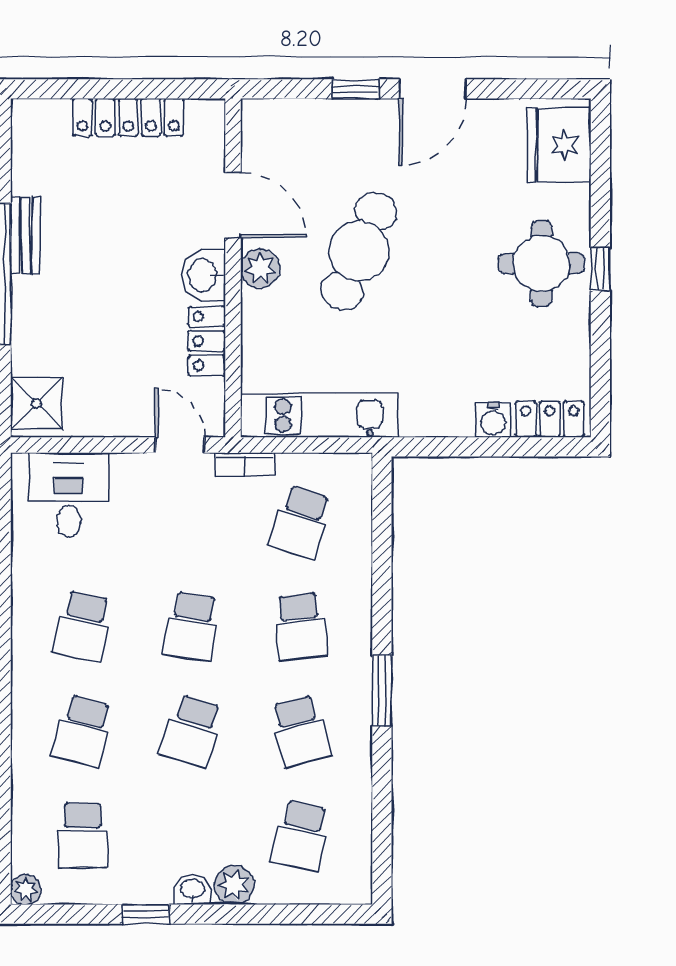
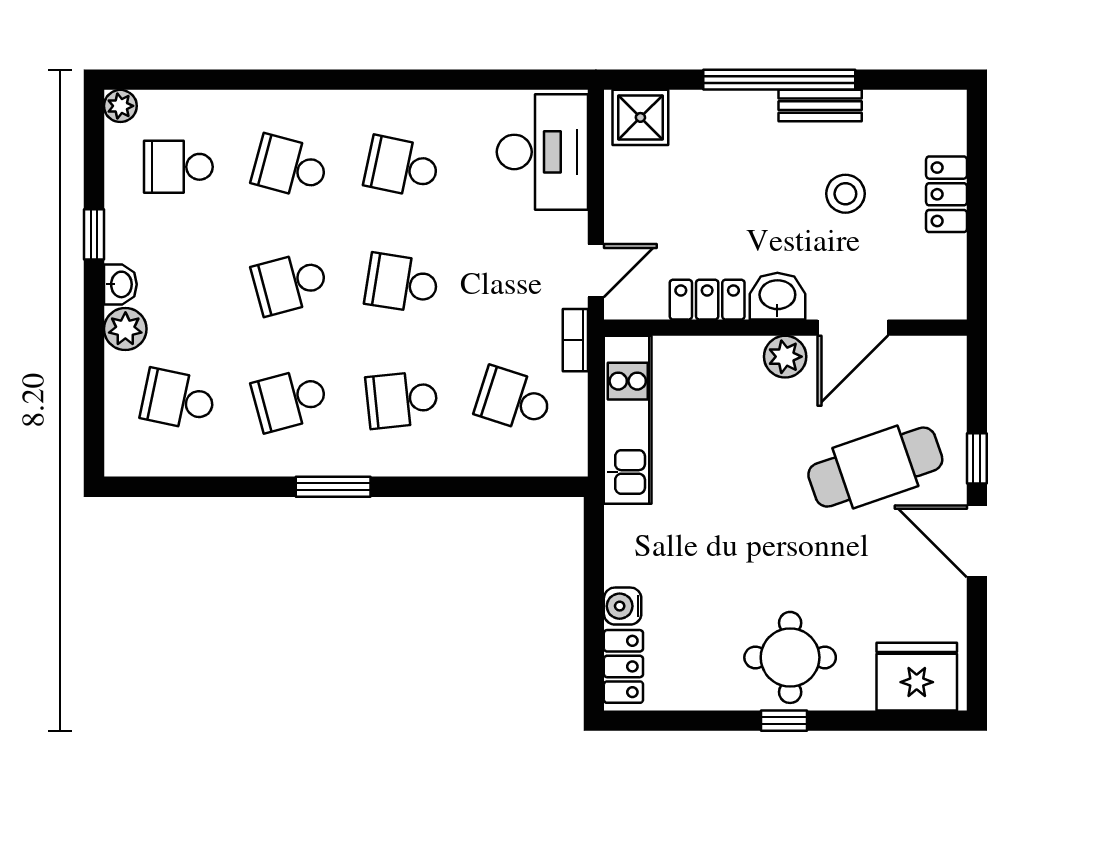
locker: (128, 117) -> (947, 194), width x0.66
stool: (108, 212) -> (845, 194), added
cafe table: (359, 251) -> (875, 467), moved, turned -42
desk: (69, 495) -> (542, 152), width x1.37
school desk: (192, 731) -> (290, 283), turned -33

